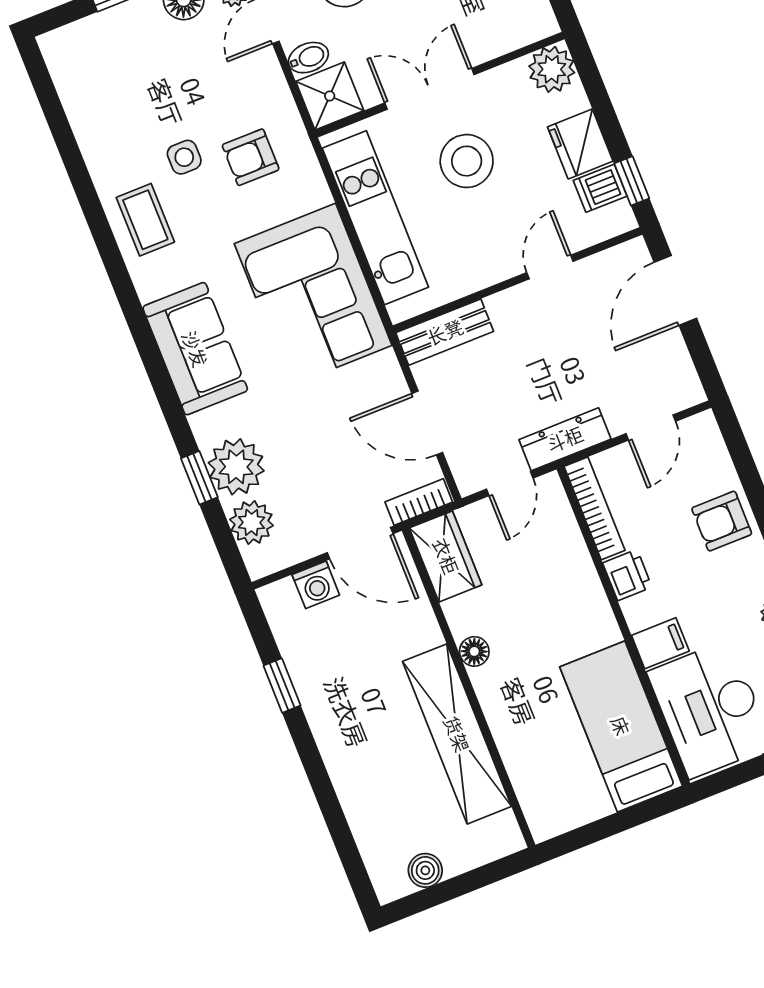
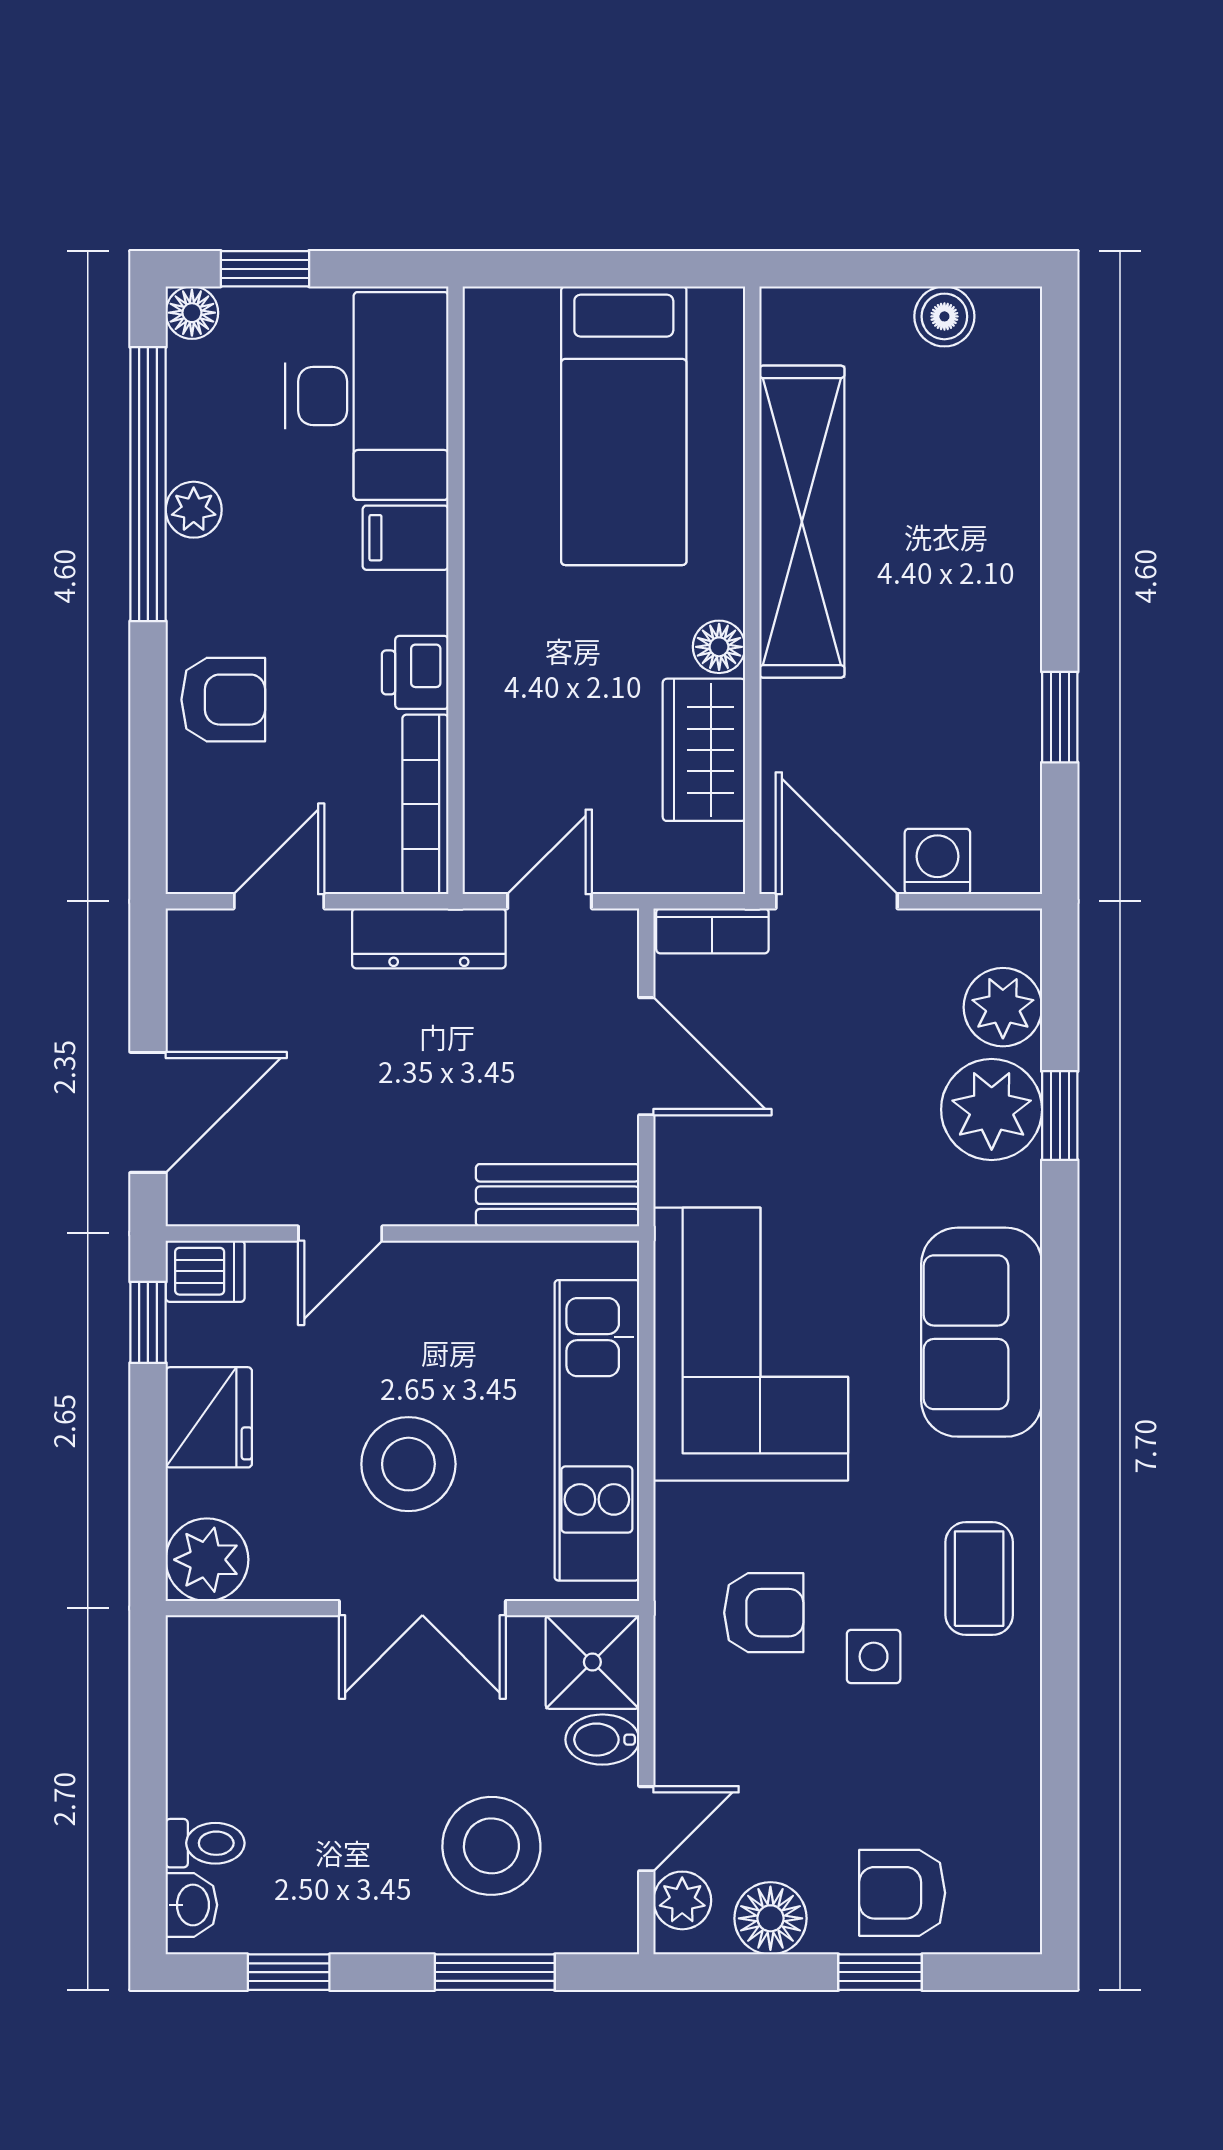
armchair: (120, 40) -> (902, 1893), added
dishwasher: (600, 188) -> (205, 1271), moved
wardrobe: (446, 556) -> (704, 750), moved
bed: (621, 726) -> (624, 426), moved

